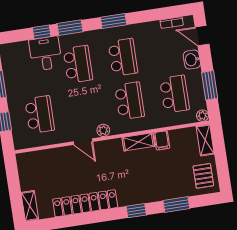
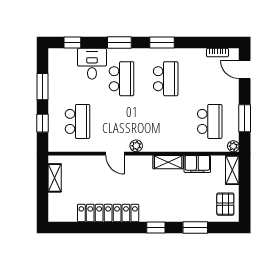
window: (42, 32) -> (72, 43), moved
washbasin: (192, 60) -> (231, 91), removed
school desk: (130, 101) -> (166, 121), removed
filing cabinet: (162, 140) -> (197, 164), width x2.00
shelving: (30, 206) -> (55, 178), moved

